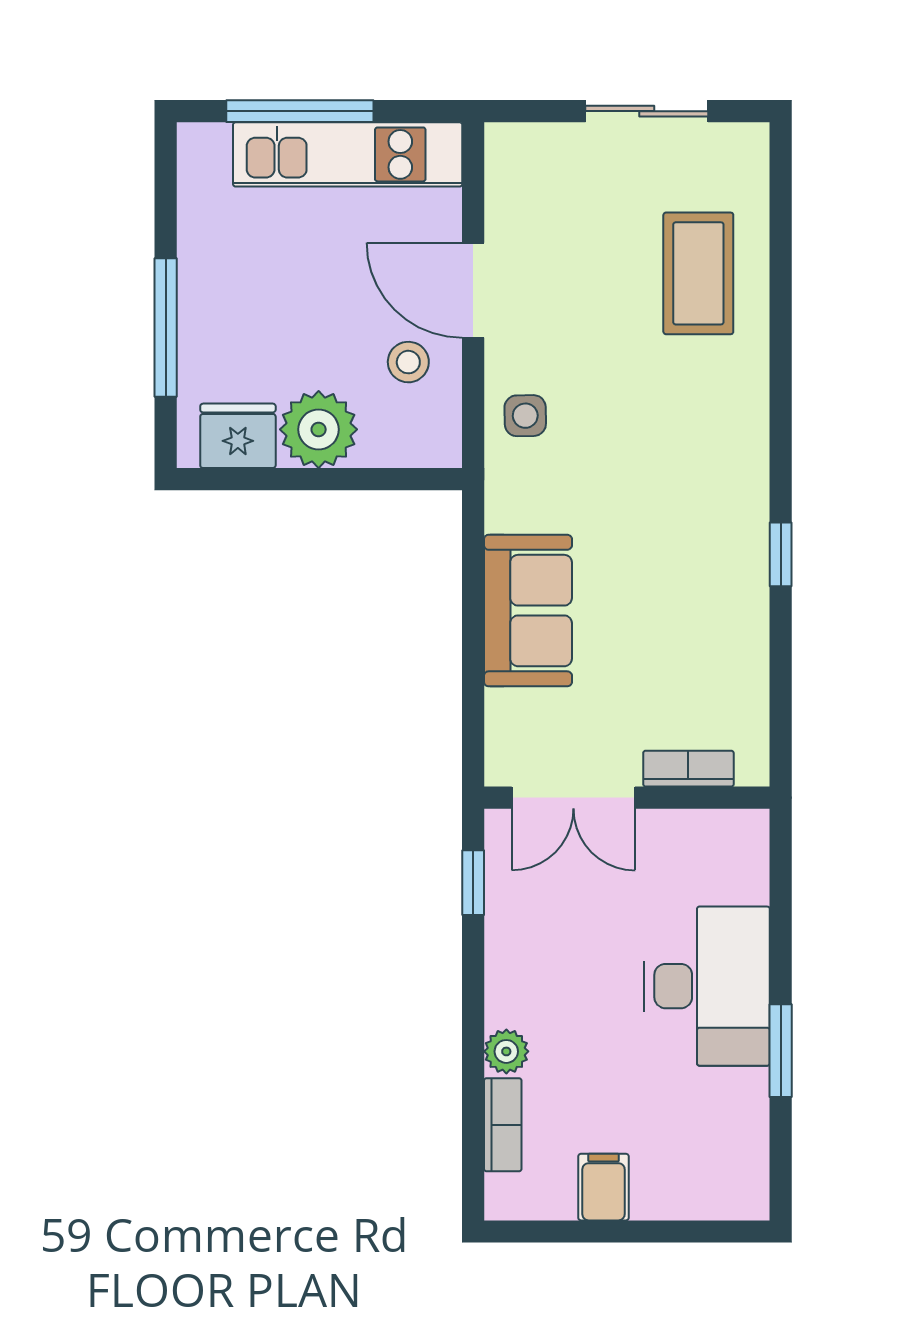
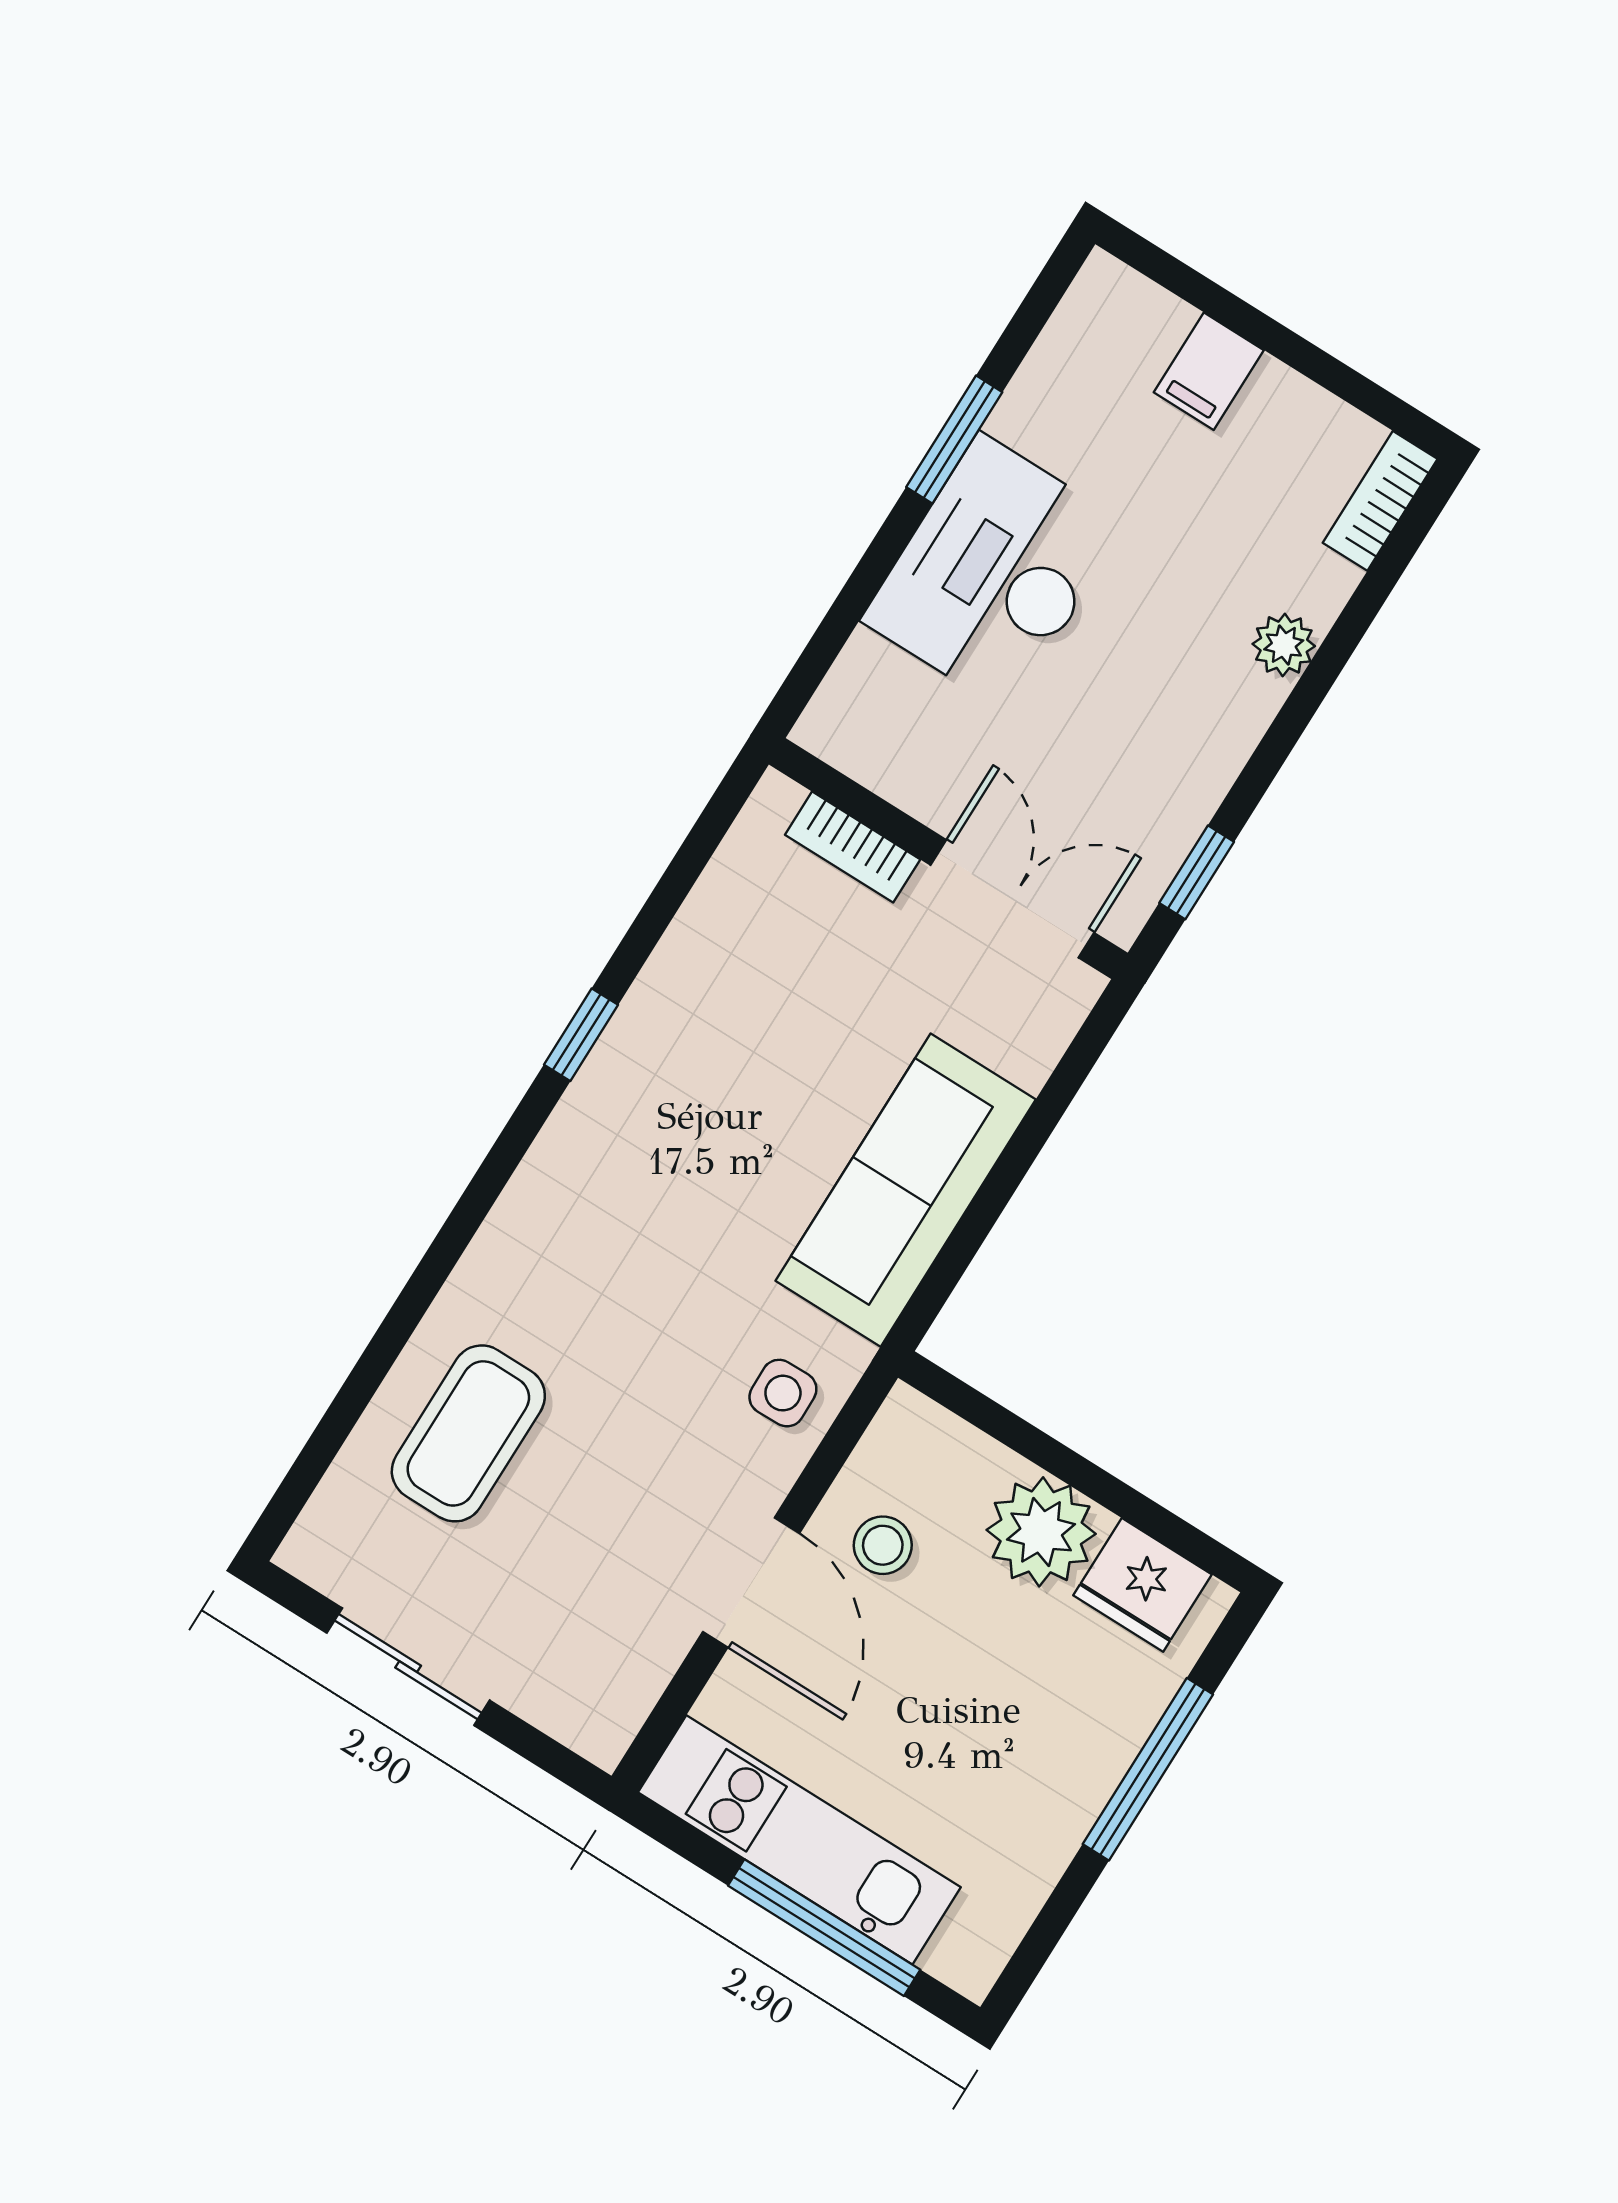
sofa: (528, 611) -> (906, 1190), width x1.36
bookcase: (503, 1125) -> (1380, 501), moved
filing cabinet: (604, 1187) -> (1209, 371), moved

